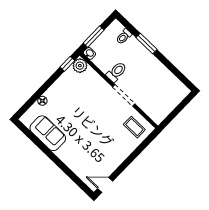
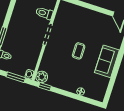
toilet: (117, 72) -> (44, 13), moved
coffee table: (134, 127) -> (79, 51), moved
sofa: (48, 133) -> (107, 61), moved

